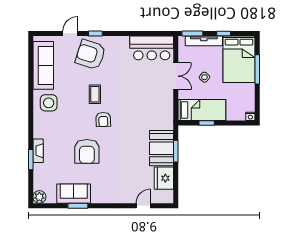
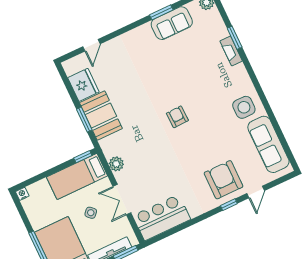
armchair: (91, 54) -> (224, 180), turned -108
coffee table: (95, 94) -> (199, 140), removed
plant: (167, 105) -> (116, 164), added
window: (207, 123) -> (83, 157), moved
armchair: (87, 151) -> (179, 75), removed

